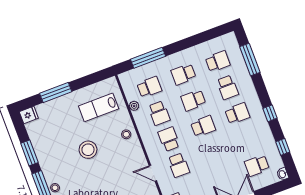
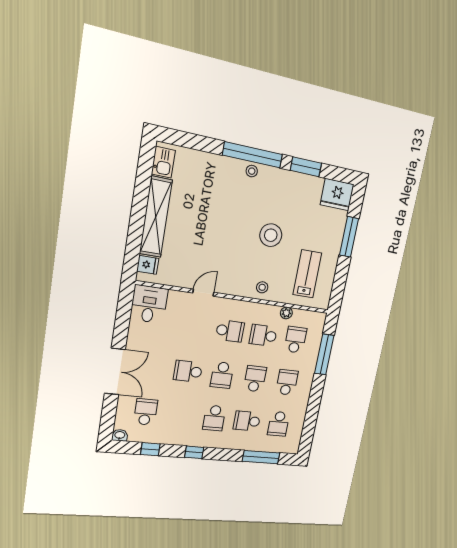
school desk: (149, 87) -> (295, 340), turned 180
fridge: (29, 115) -> (337, 195), width x1.88, depth x1.34
school desk: (179, 165) -> (188, 371), moved

